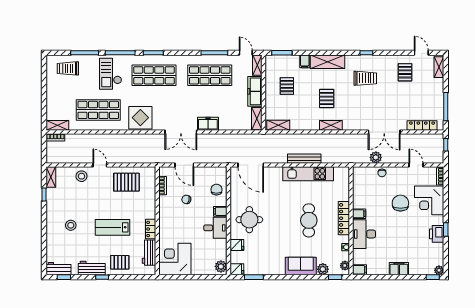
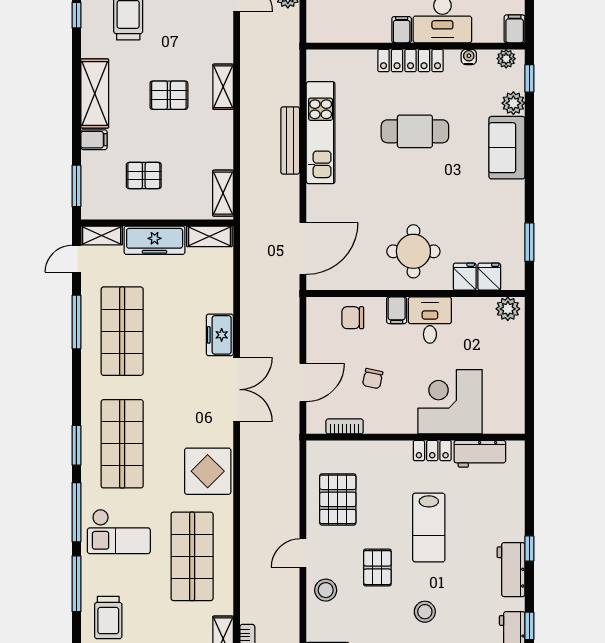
corner desk: (175, 259) -> (450, 402), moved, turned 90
pallet: (120, 262) -> (377, 568), moved
fridge: (237, 269) -> (489, 277), moved

